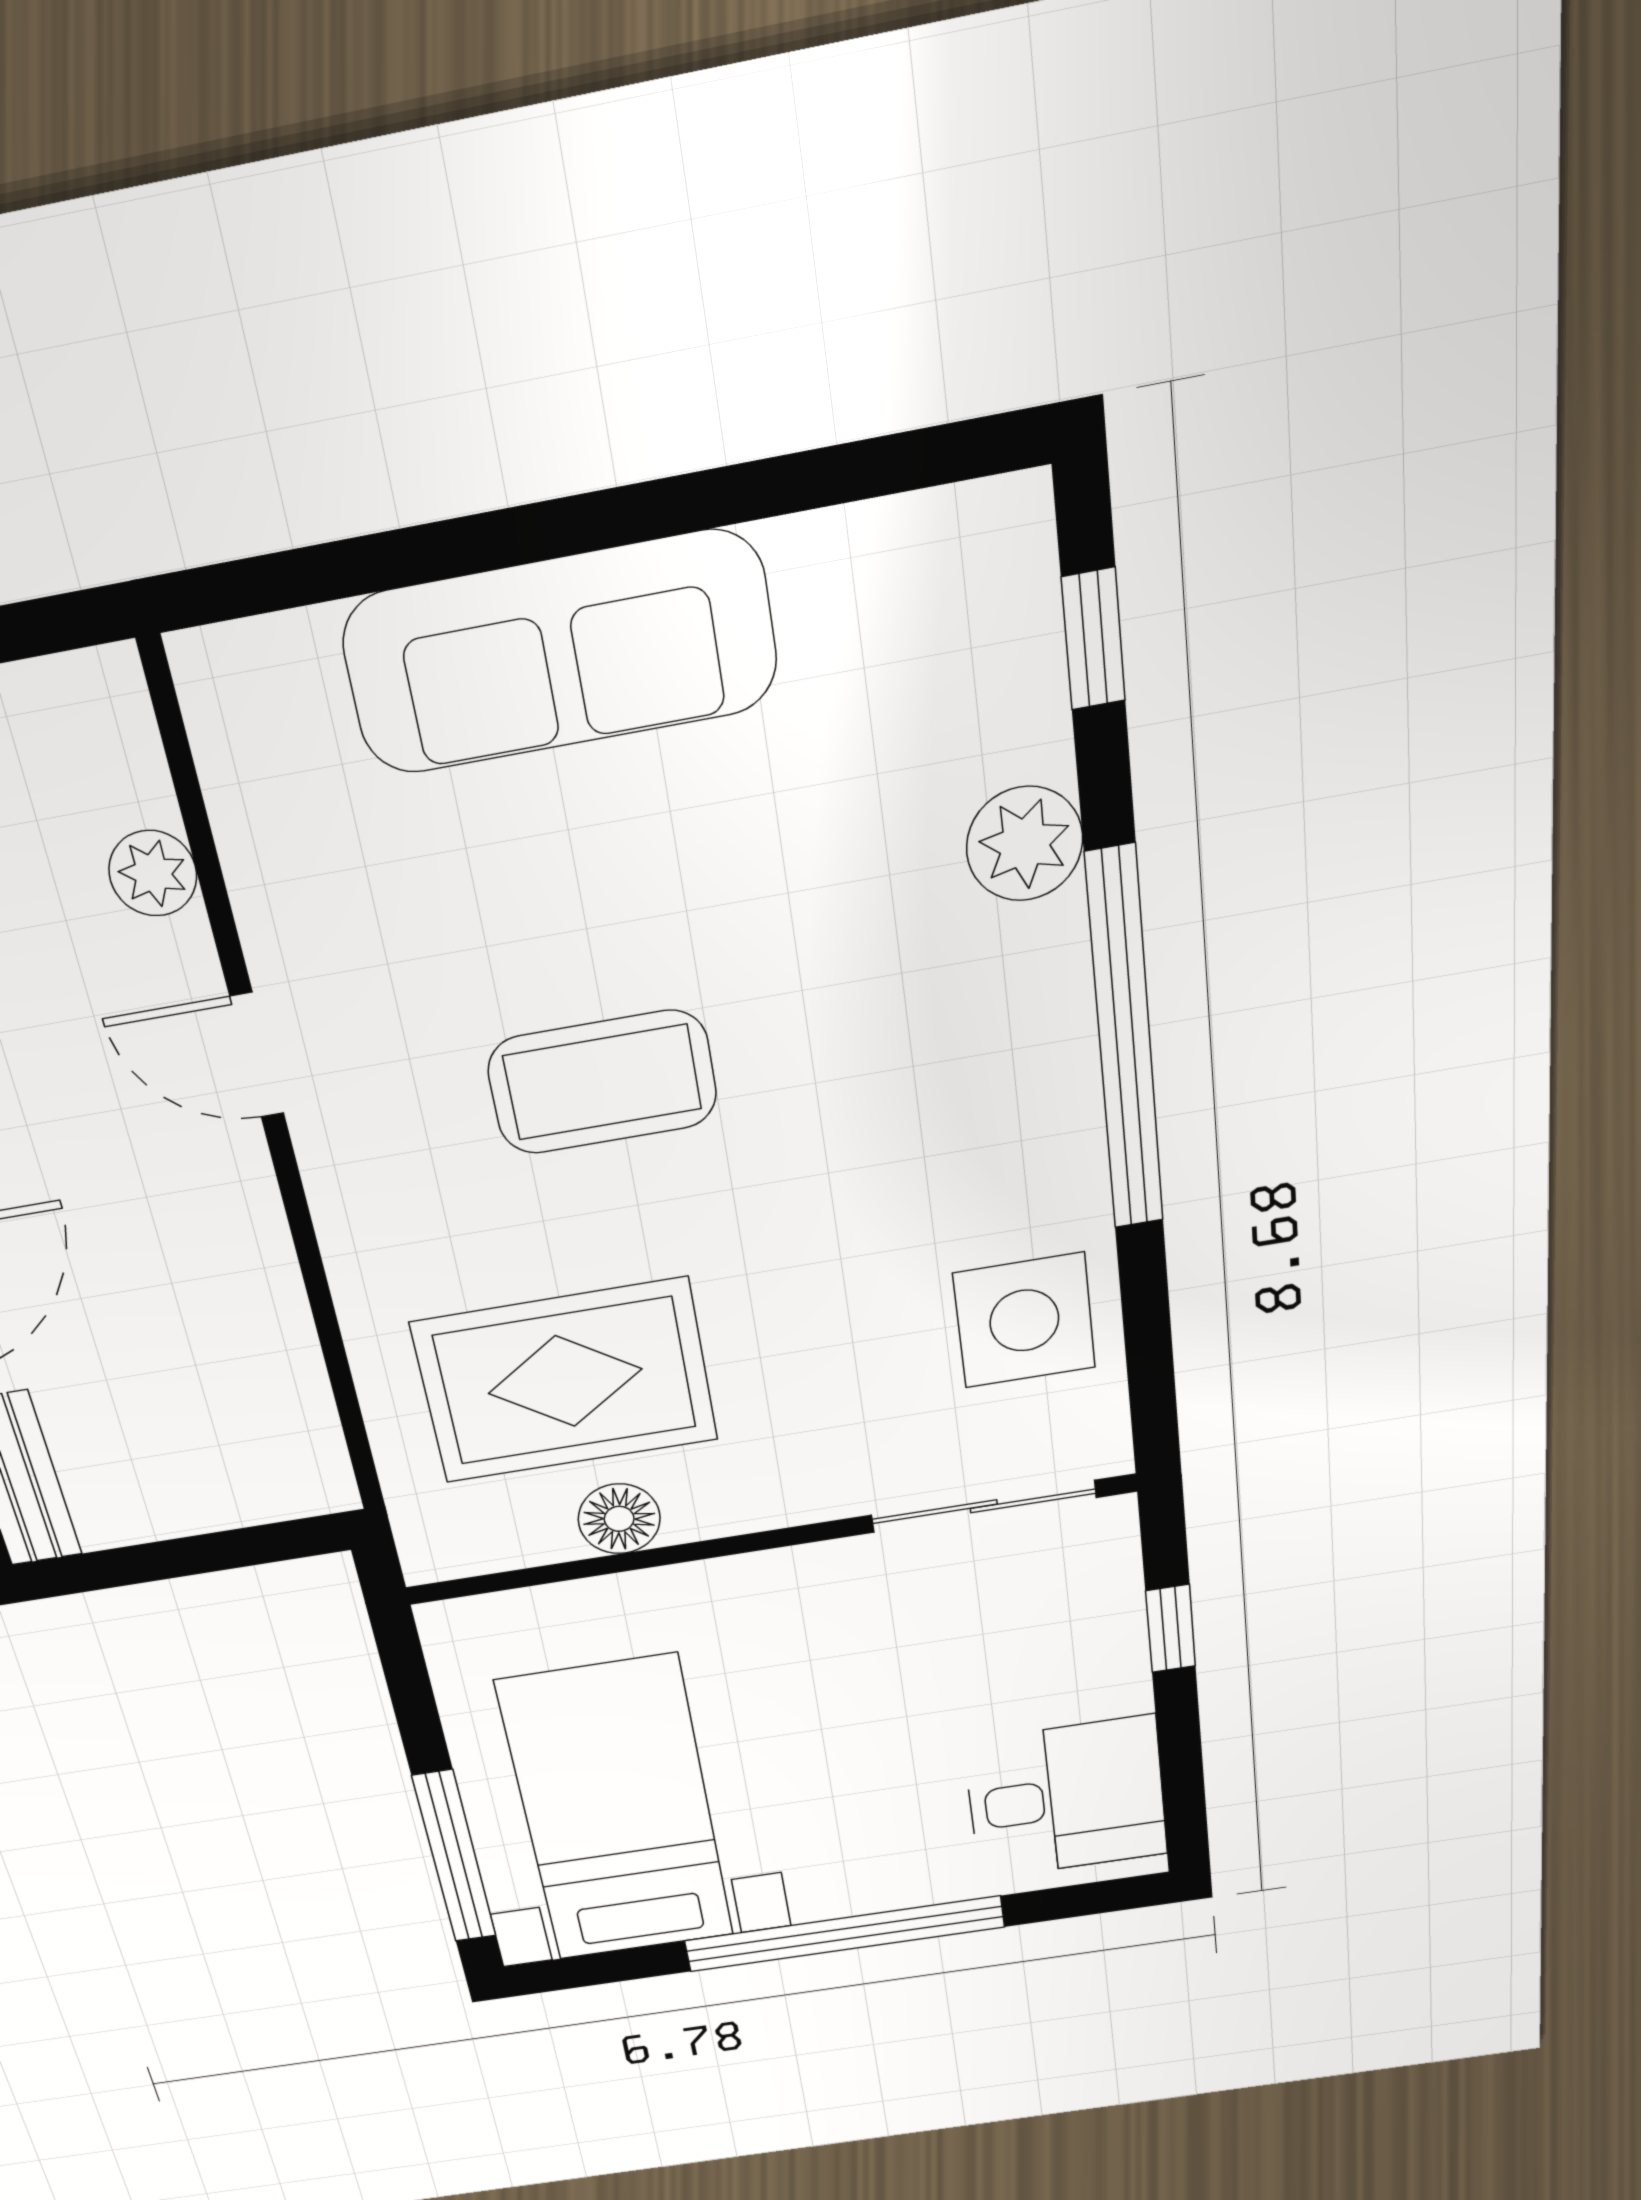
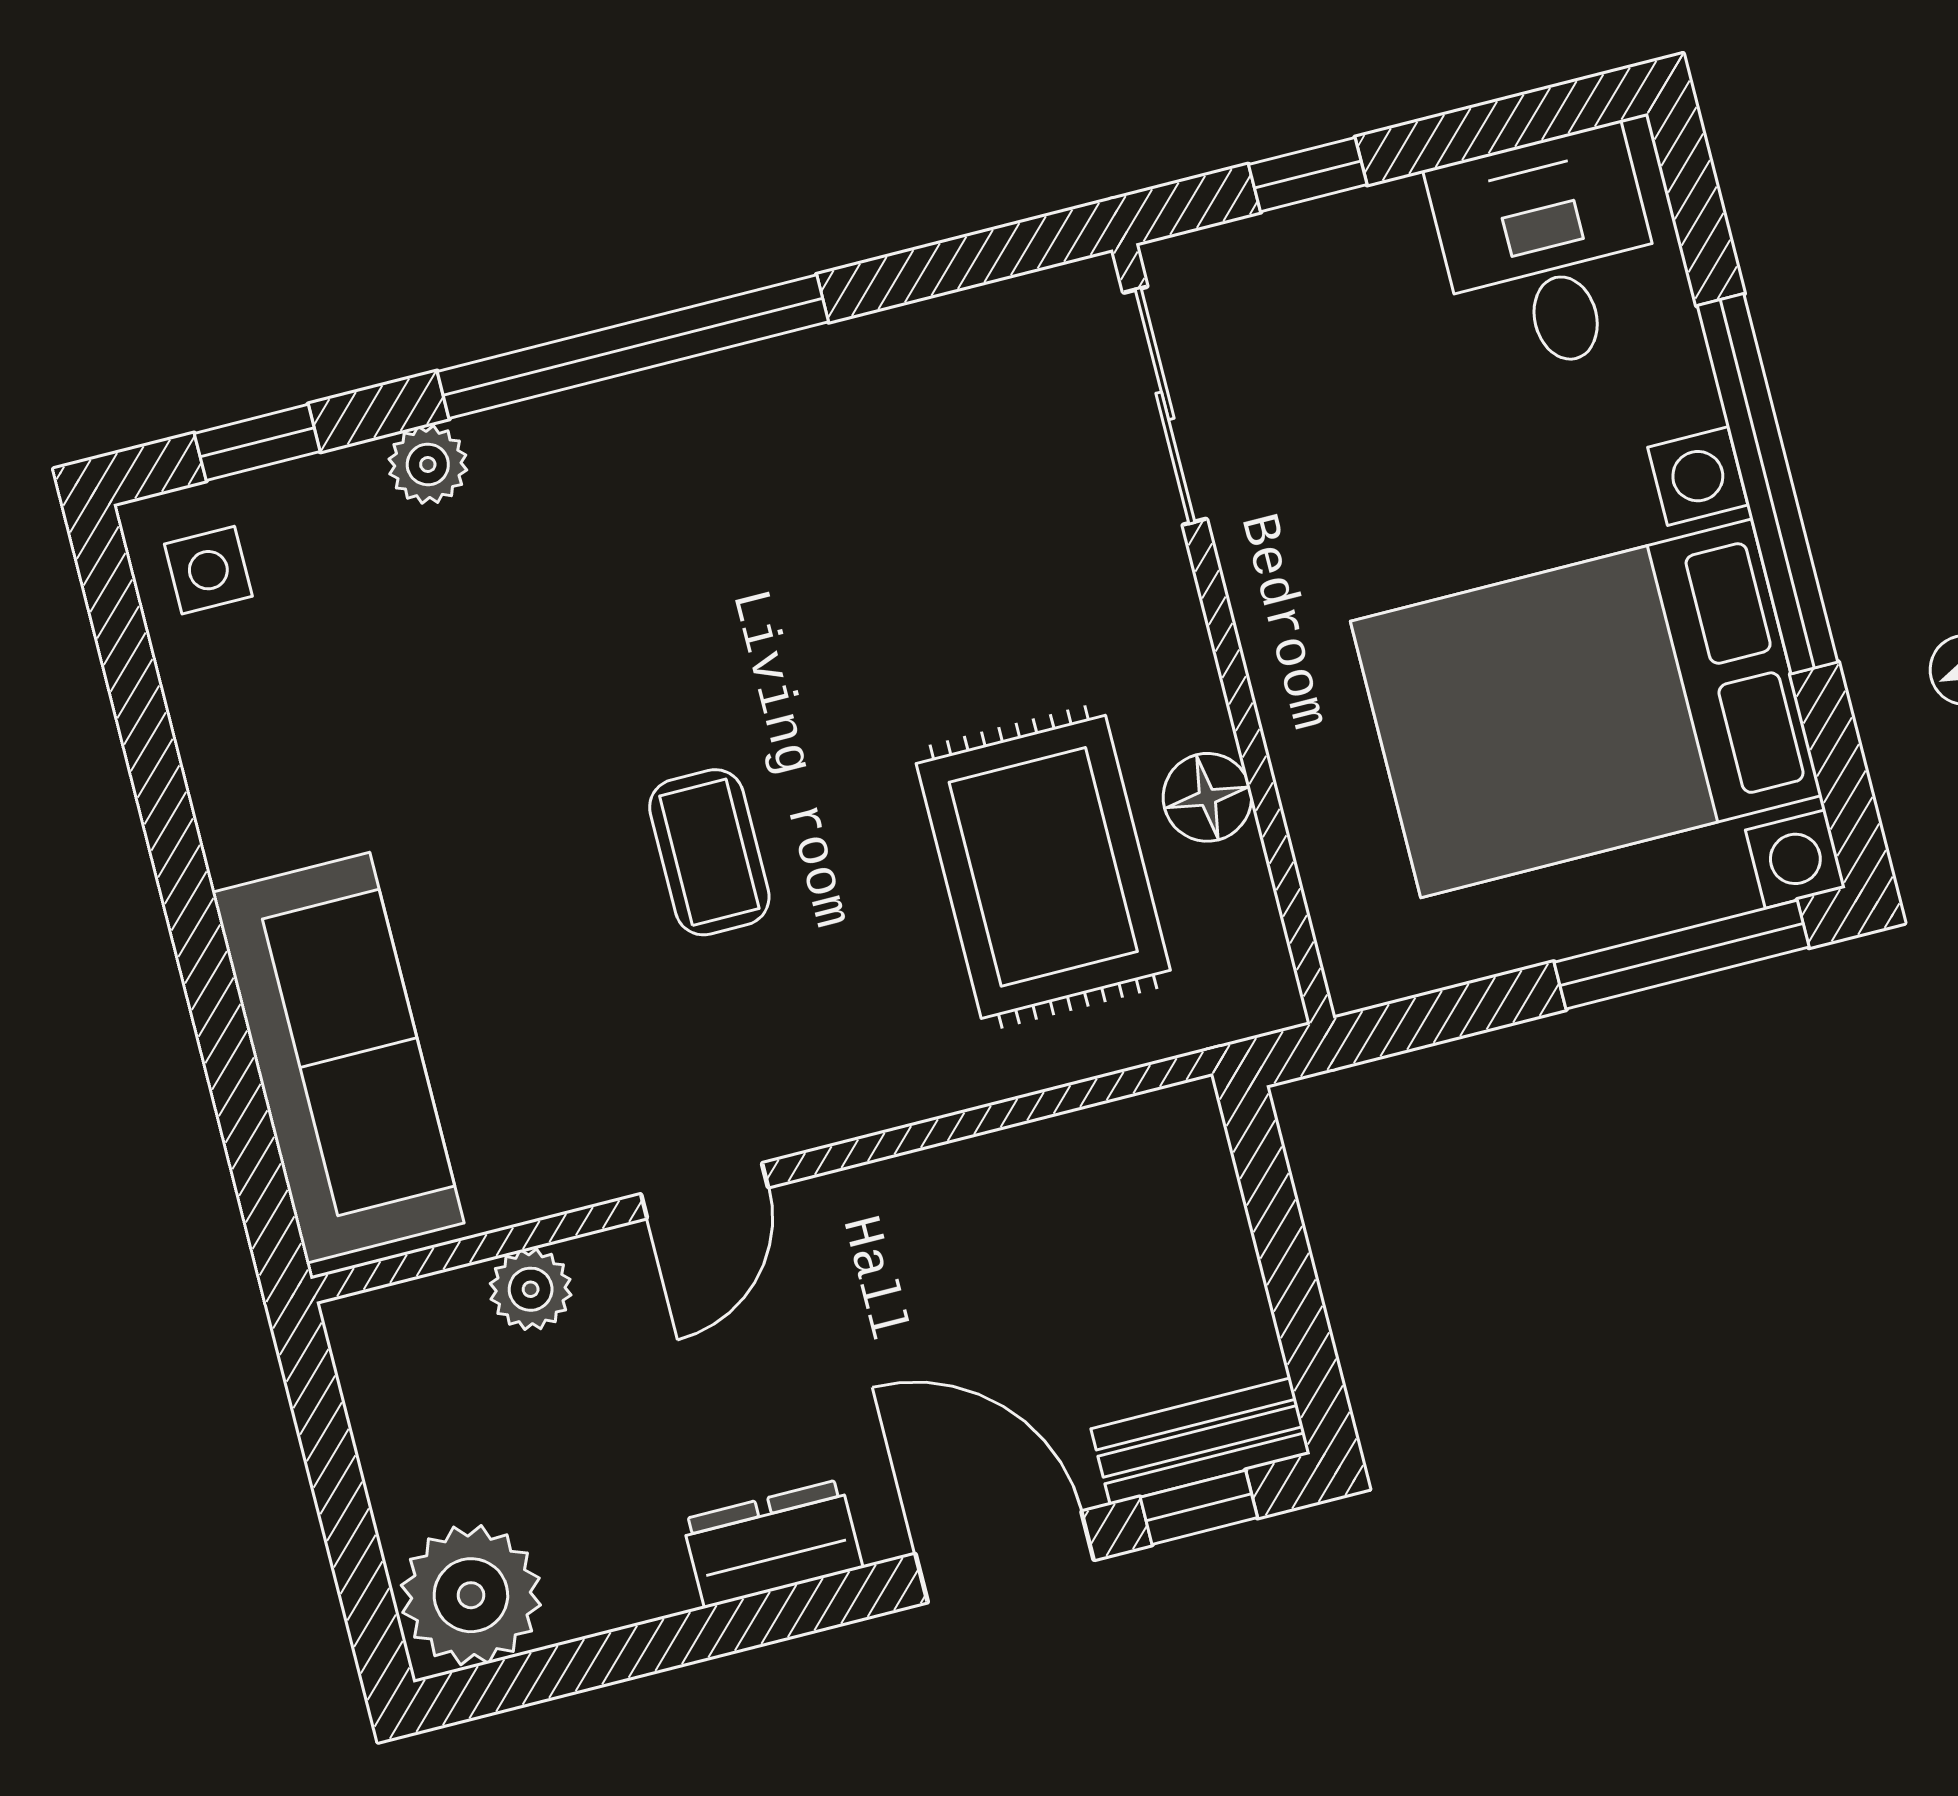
sofa: (560, 653) -> (338, 1058), moved
plant: (1025, 844) -> (428, 464), width x0.73, depth x0.73
coffee table: (602, 1082) -> (709, 852), width x0.73, depth x0.77
side table: (1024, 1320) -> (208, 570), moved, width x0.54, depth x0.54
bed with nightstands: (617, 1811) -> (1586, 708), width x1.36

